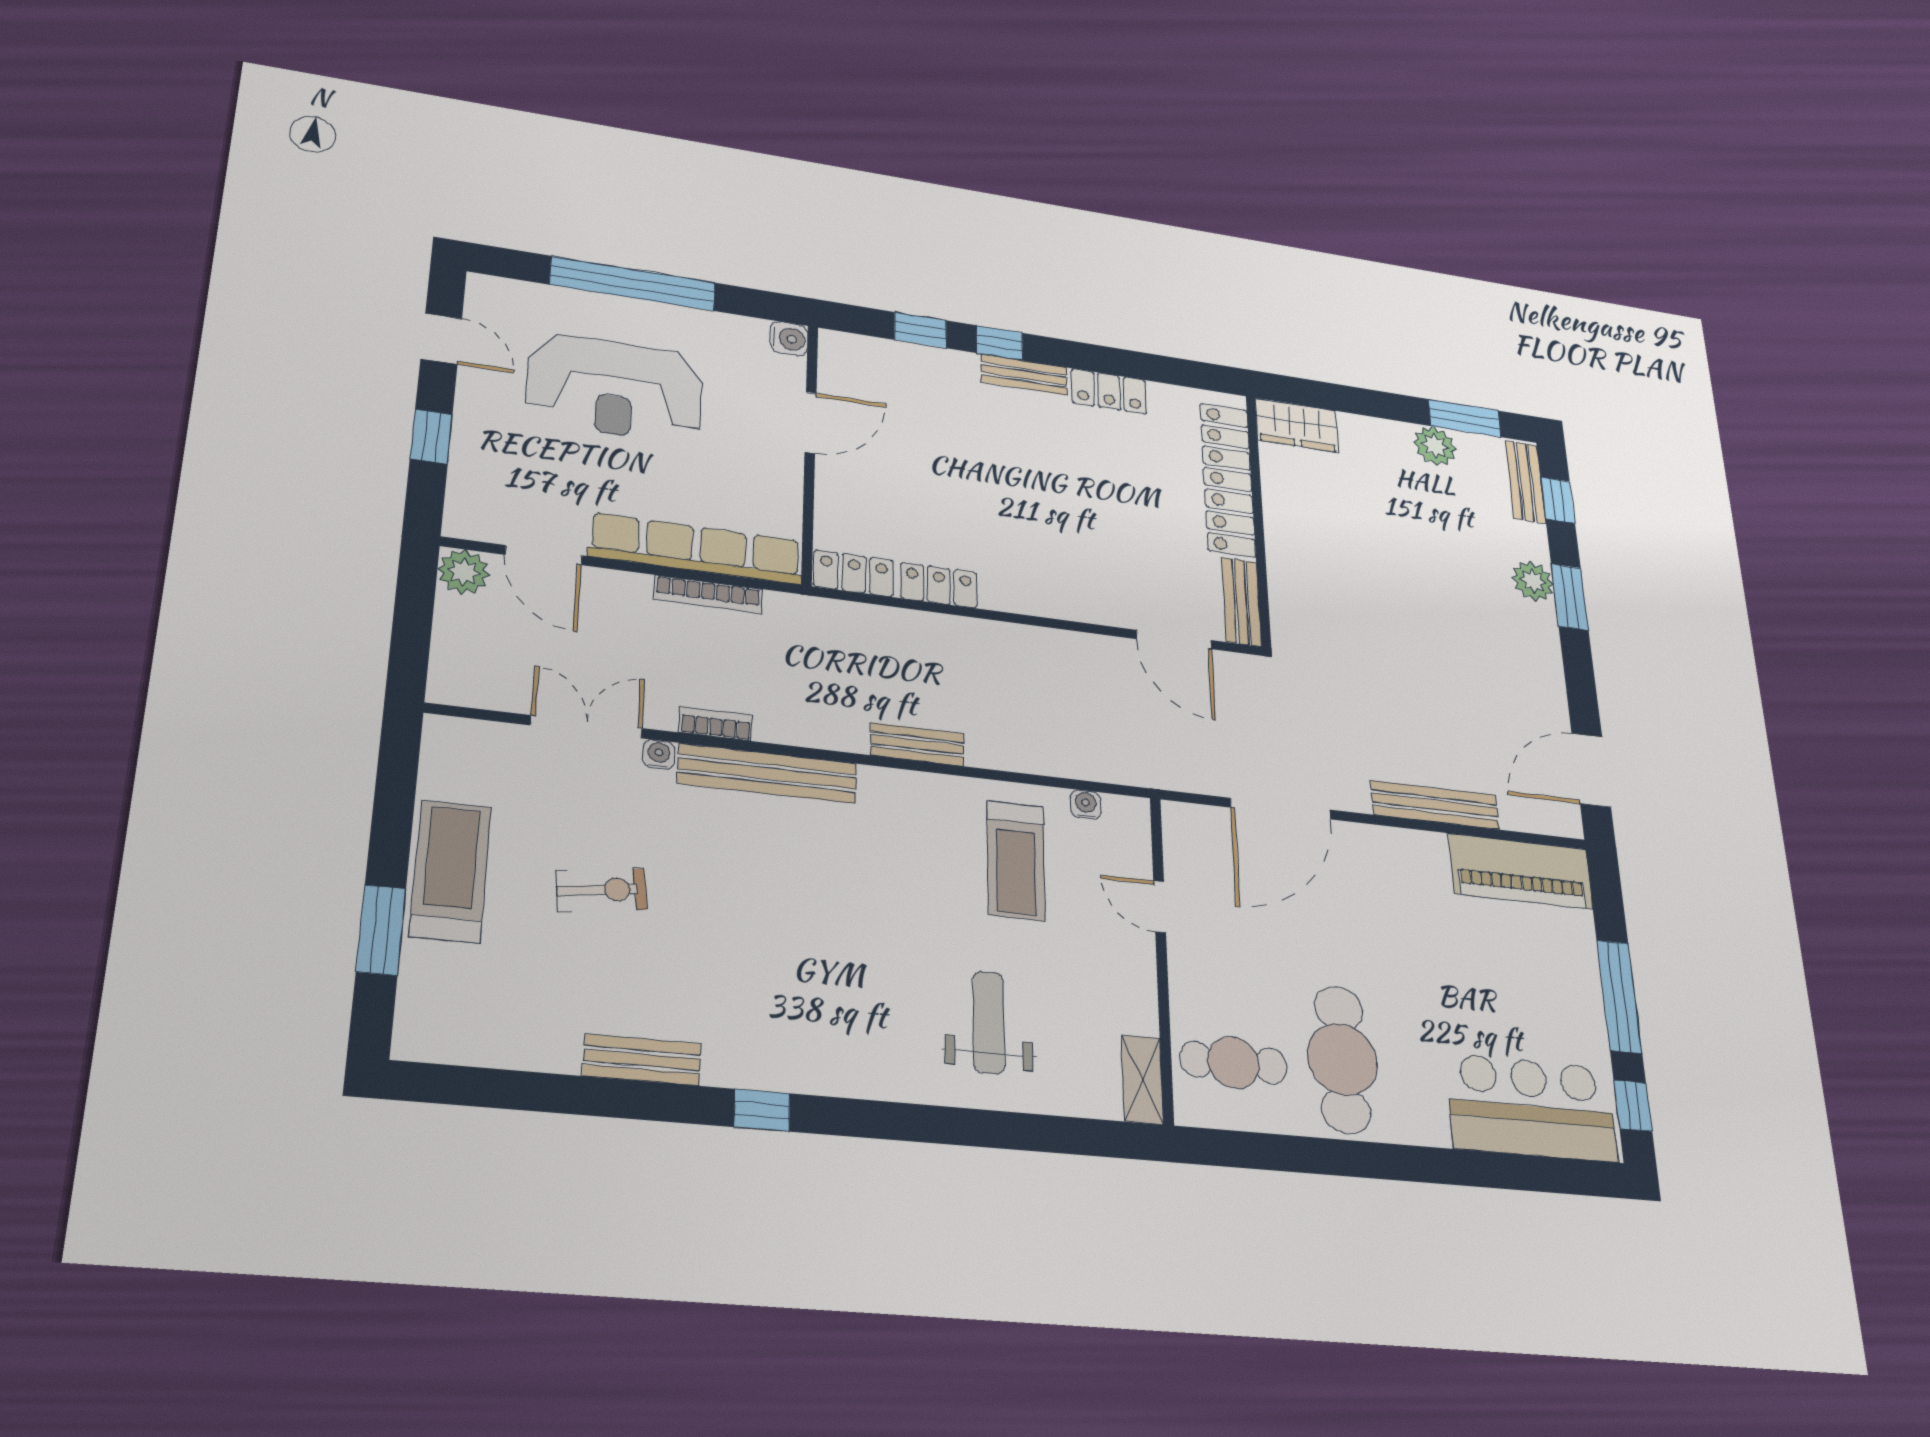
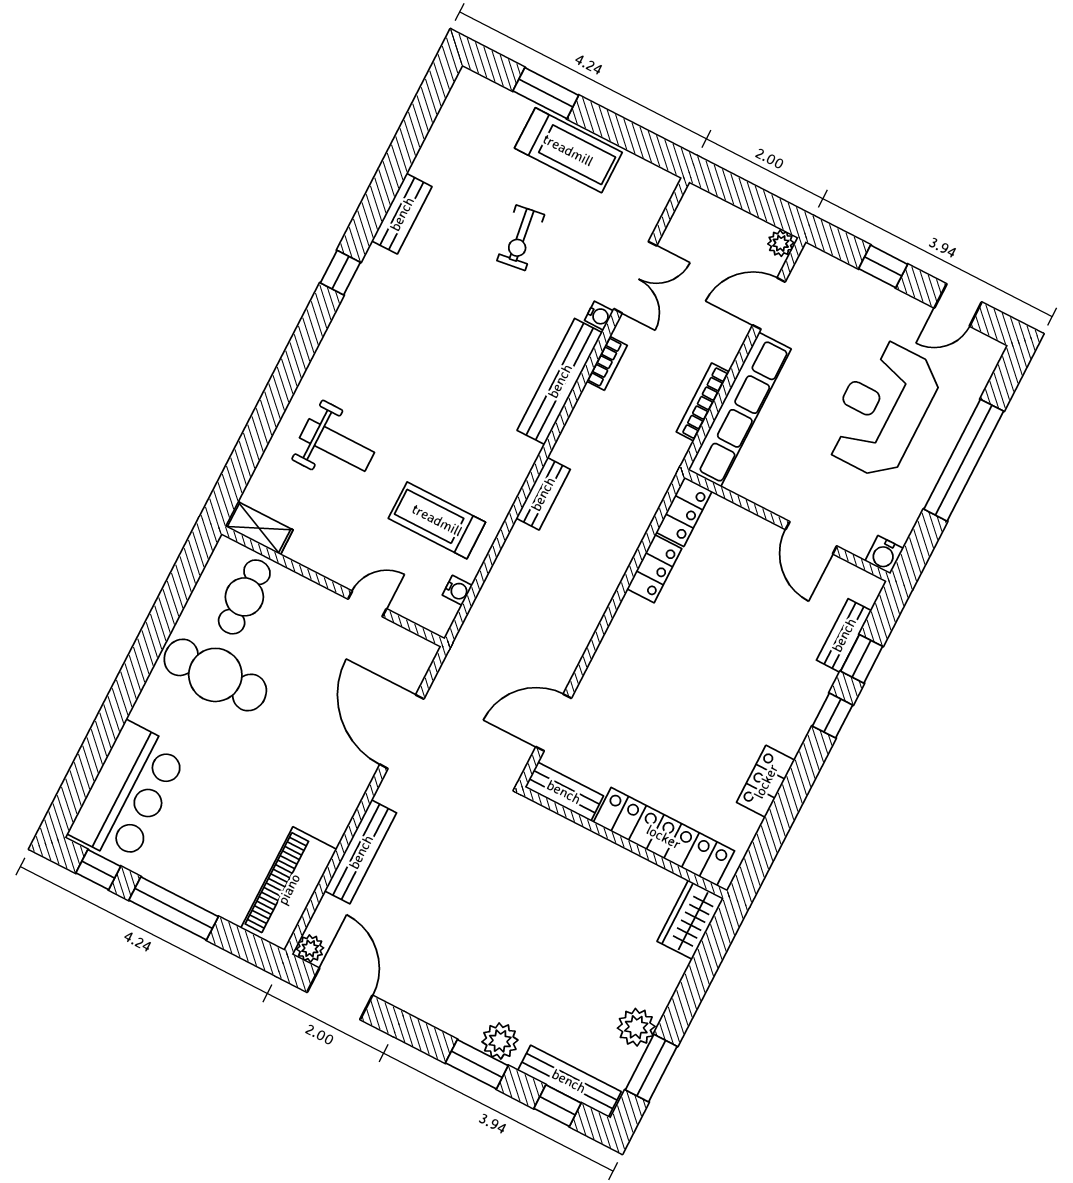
bench: (1024, 375) -> (844, 635), moved
bench: (1526, 482) -> (569, 1081), width x1.36
plant: (464, 572) -> (781, 243), width x0.73, depth x0.73
plant: (1566, 822) -> (310, 948), added

